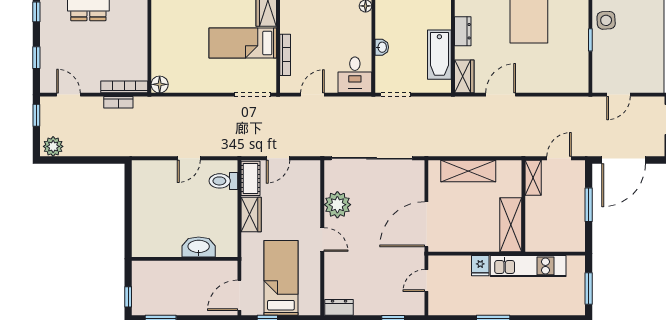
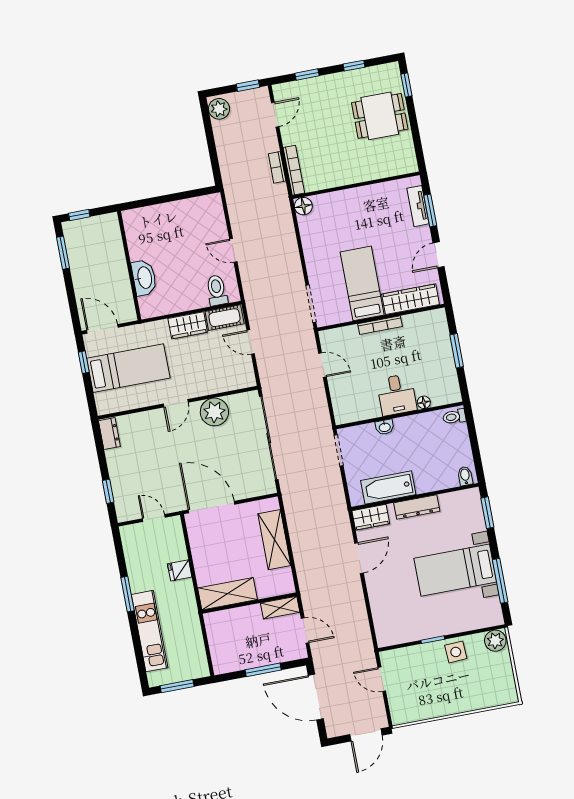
dresser: (463, 31) -> (417, 507), width x1.44
bookcase: (285, 55) -> (380, 325), moved
desk: (355, 75) -> (397, 395), moved, turned -90
door: (501, 95) -> (359, 558), hinge flipped
kitchen unit: (528, 266) -> (150, 631), moved, turned 180

